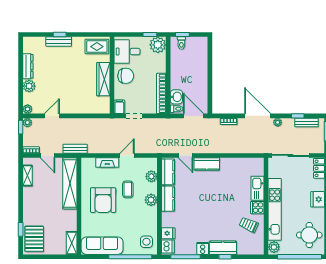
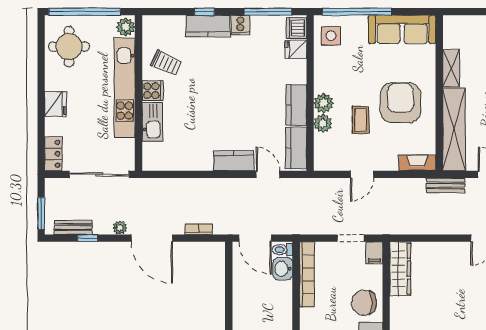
wardrobe: (103, 79) -> (400, 269), moved
fireplace: (107, 163) -> (417, 163), moved
plant: (151, 176) -> (323, 123), moved
shelving: (72, 243) -> (451, 68), moved

